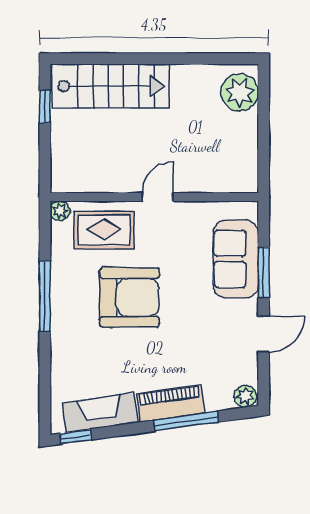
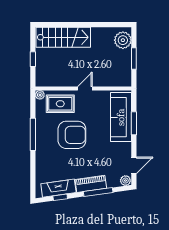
window: (45, 107) -> (33, 59), moved
window: (264, 132) -> (134, 59), added
sofa: (236, 259) -> (121, 117), width x1.36
door: (264, 334) -> (134, 165), moved
window: (76, 437) -> (60, 197), moved

